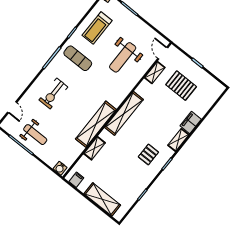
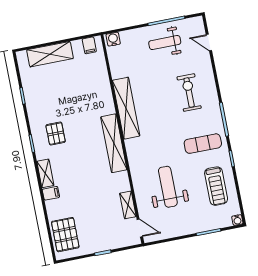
treadmill: (97, 28) -> (216, 186), turned 180
pallet: (181, 86) -> (65, 235), moved, turned 90
filing cabinet: (191, 122) -> (51, 193), width x0.50
shelving: (94, 148) -> (105, 88), removed

